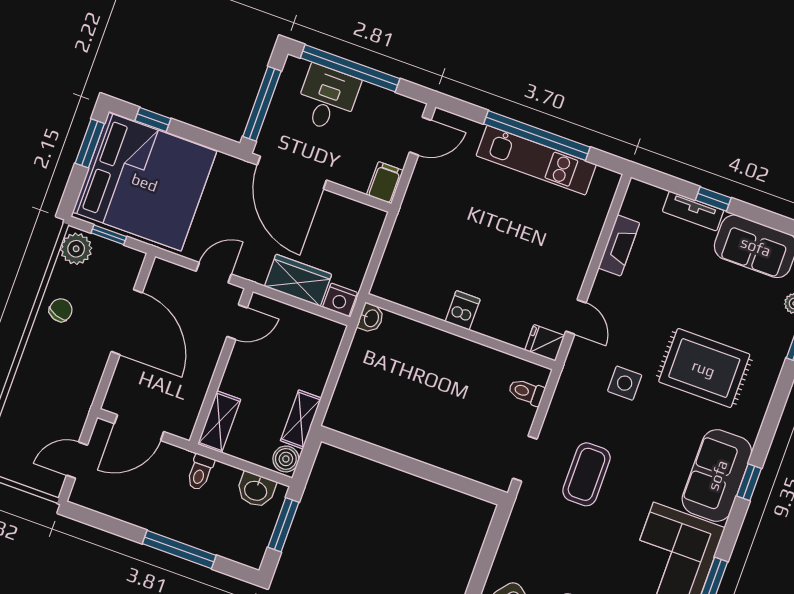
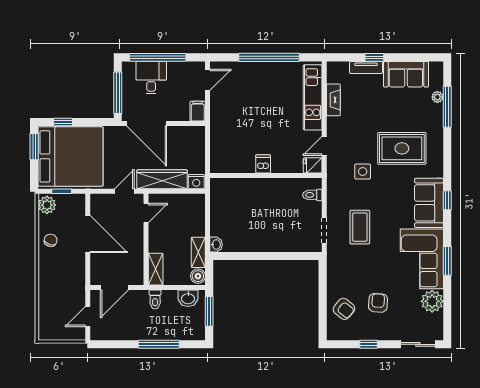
kitchen unit: (536, 160) -> (313, 97), moved, turned 90
wardrobe: (298, 280) -> (162, 179), width x1.50
door: (576, 317) -> (324, 146), swing flipped
washbasin: (371, 318) -> (216, 245), moved

